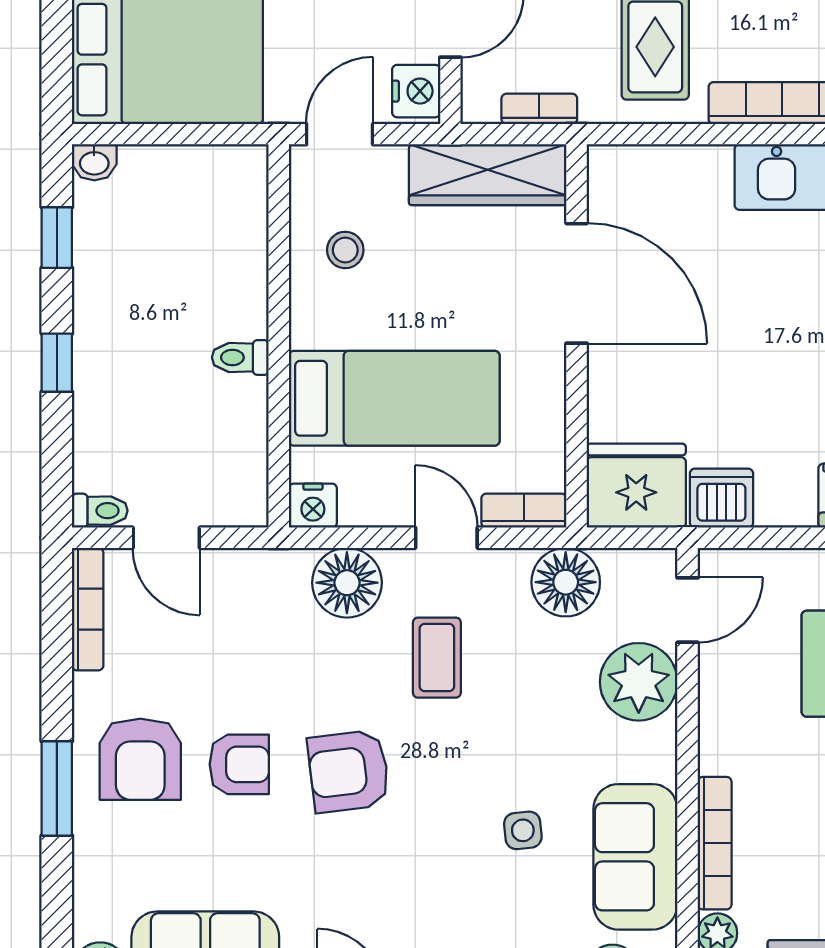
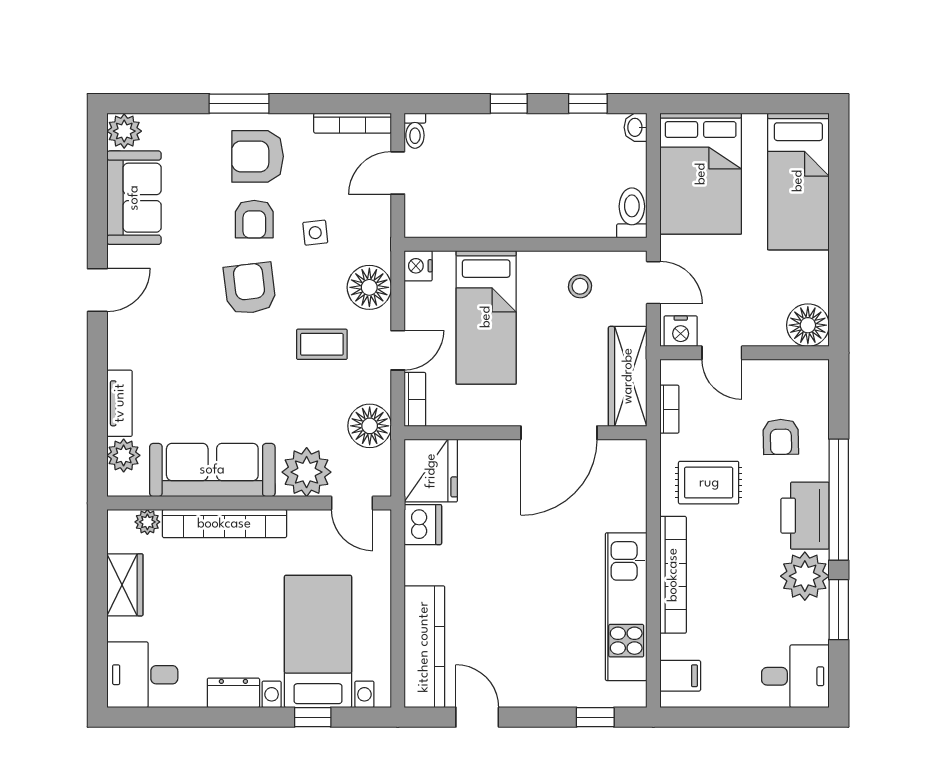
toilet: (240, 357) -> (632, 213), moved, width x1.37, depth x1.39
side table: (523, 830) -> (315, 233), moved
bookcase: (715, 843) -> (224, 524), width x1.48, depth x1.31
sofa: (635, 857) -> (212, 470), width x1.36

